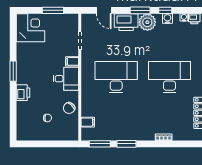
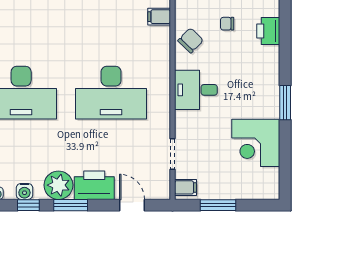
corner desk: (30, 28) -> (256, 143), moved
filing cabinet: (72, 61) -> (186, 187), moved
printer: (23, 93) -> (268, 31), moved

